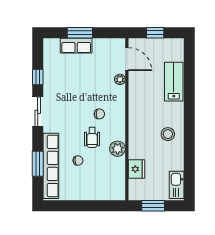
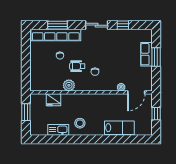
kitchen sink: (177, 185) -> (58, 130), moved

